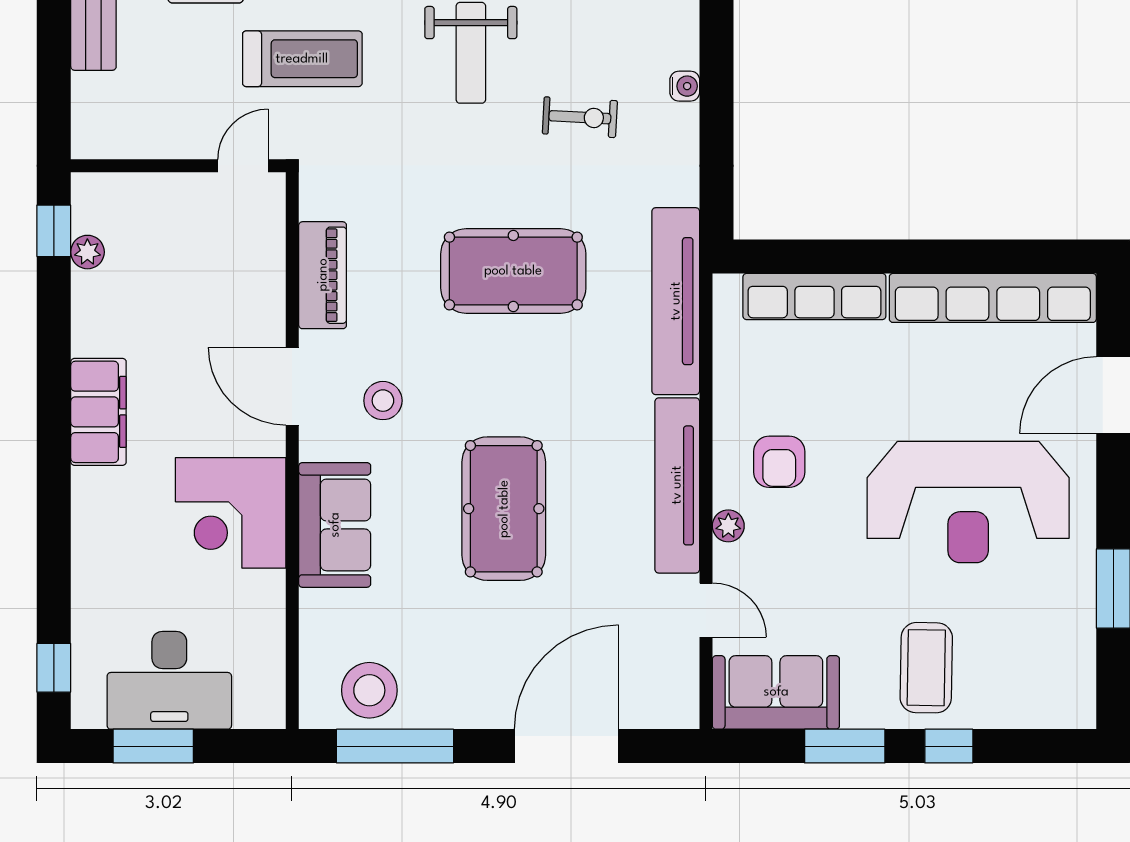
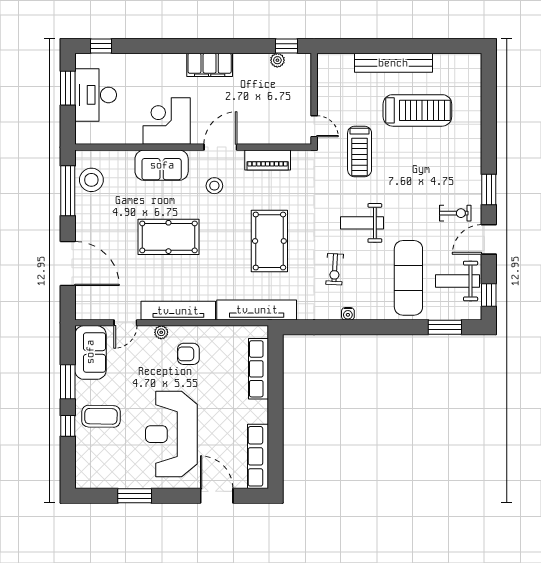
row of seats: (993, 298) -> (258, 456), width x0.73

